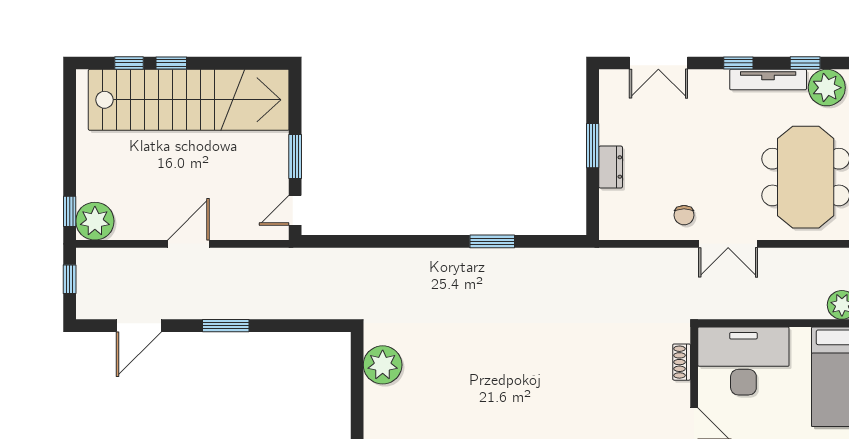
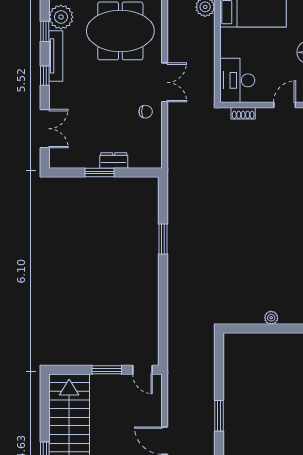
desk: (743, 361) -> (237, 80), width x0.73, depth x0.77
plant: (383, 365) -> (271, 318), moved, width x0.53, depth x0.53

